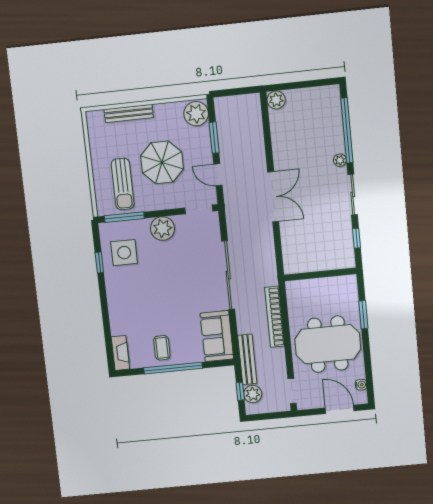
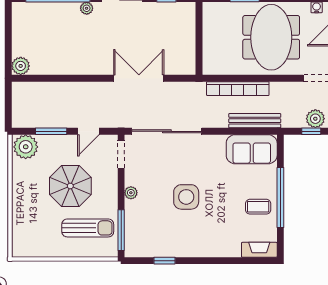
bench: (129, 113) -> (18, 214), removed
double door: (273, 197) -> (139, 78), moved
plant: (163, 229) -> (131, 193), width x0.53, depth x0.53
side table: (124, 253) -> (186, 197), moved
sliding door: (228, 275) -> (167, 131), moved
bench: (247, 359) -> (255, 121), moved

